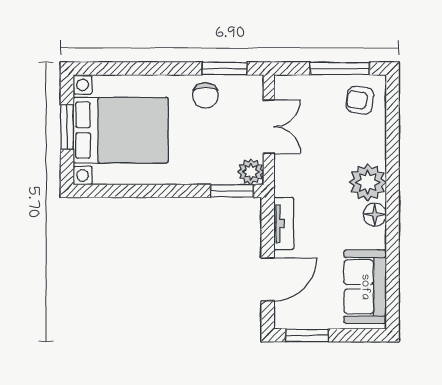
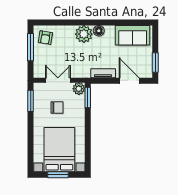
chair: (206, 95) -> (57, 108), moved

